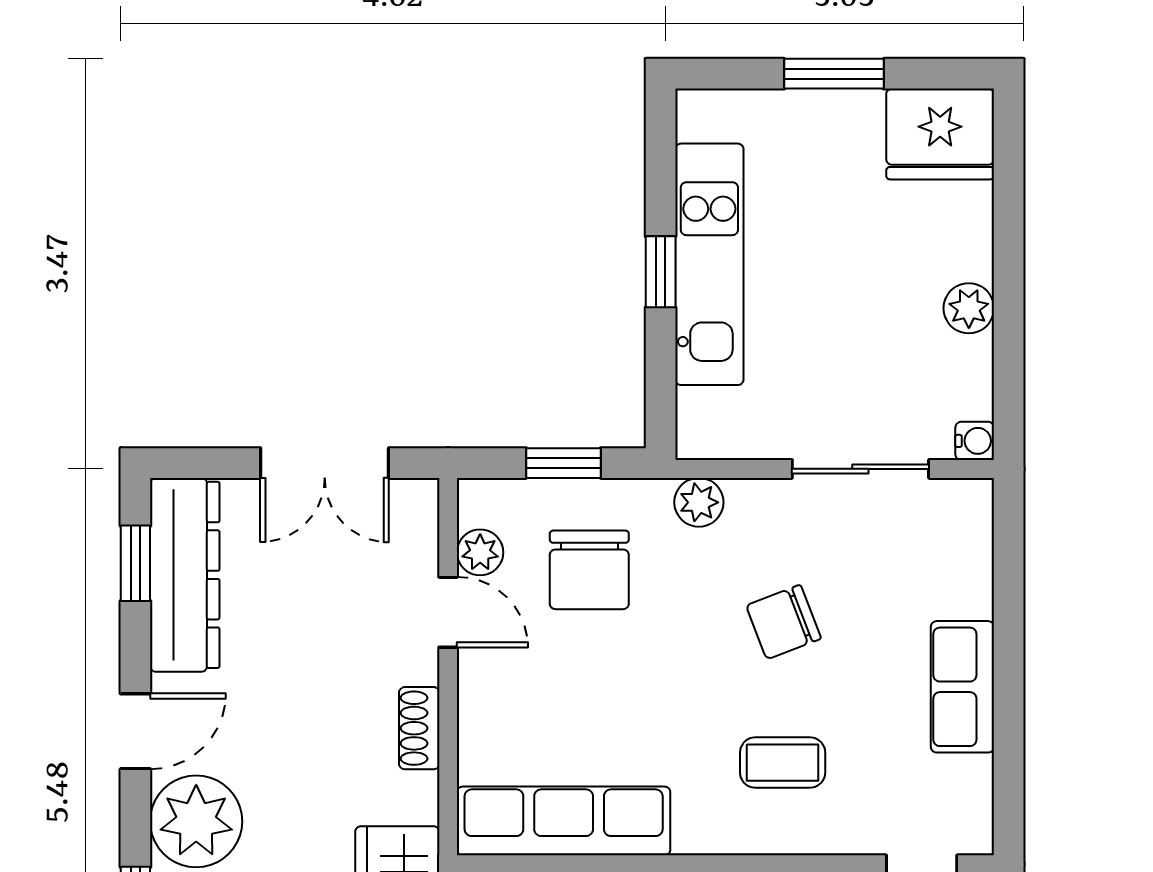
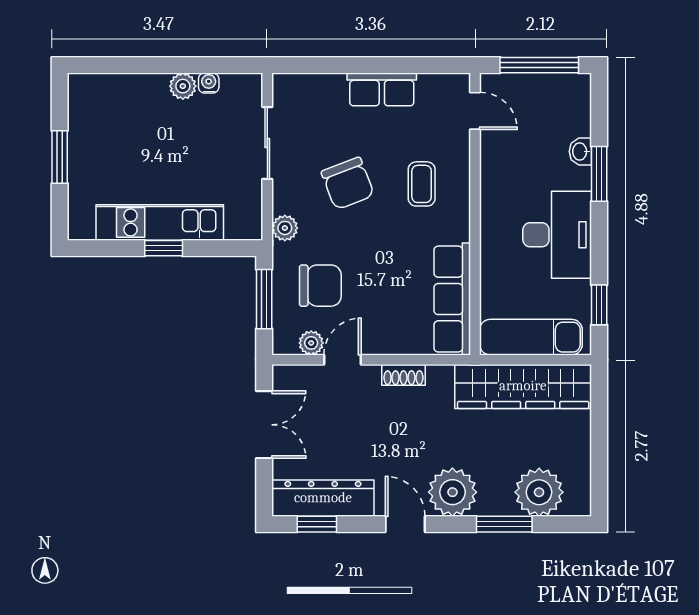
fridge: (940, 134) -> (91, 101), removed
water cooler: (975, 441) -> (209, 83), moved
window: (563, 463) -> (264, 299), width x1.50
chair: (784, 622) -> (348, 183), width x1.37, depth x1.37

